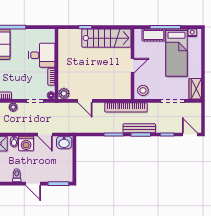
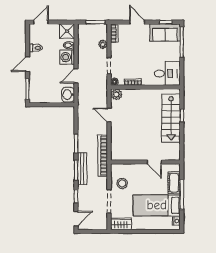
stairs: (106, 38) -> (171, 118), moved
desk: (42, 55) -> (167, 74), moved, turned -90
door: (133, 66) -> (154, 162), moved
stool: (143, 90) -> (122, 183), moved
door: (85, 101) -> (109, 115), hinge flipped

